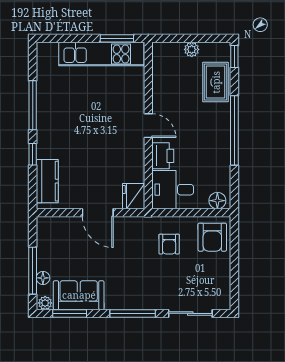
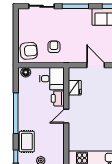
door: (148, 126) -> (66, 116), hinge flipped
fridge: (134, 196) -> (75, 88), moved
armchair: (212, 237) -> (29, 51), turned 85

